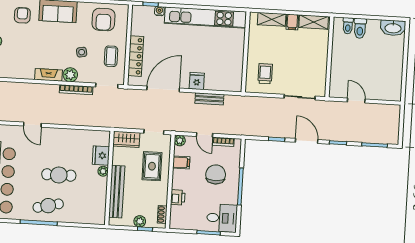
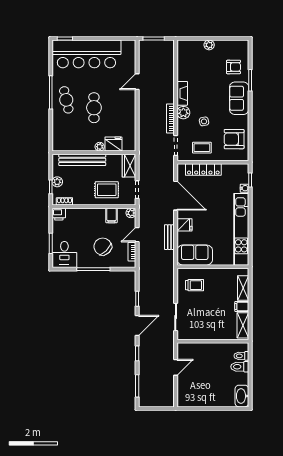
sofa: (231, 71) -> (195, 255), added
chair: (216, 174) -> (103, 247), turned -135
printer: (178, 197) -> (59, 214), moved

